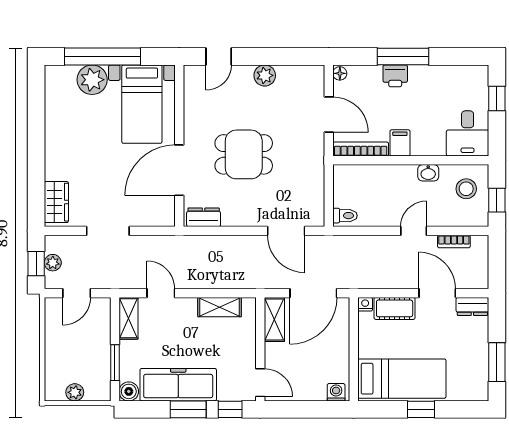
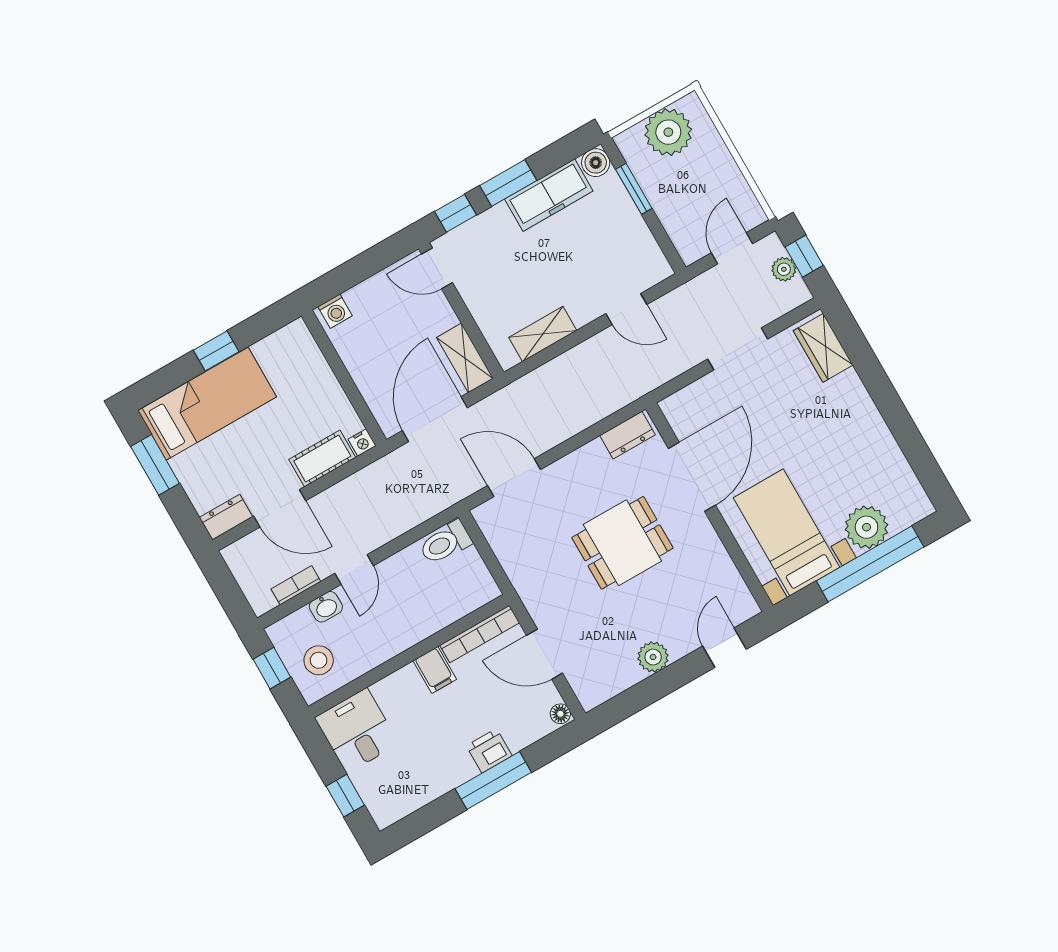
washbasin: (428, 173) -> (326, 607), moved, turned 180
toilet: (345, 216) -> (445, 543), width x1.37, depth x1.39
shelving: (129, 318) -> (649, 254), removed
bed: (402, 379) -> (207, 404), moved, turned 180
freezer: (178, 385) -> (549, 195), width x0.73, depth x0.79
plant: (75, 392) -> (668, 132), width x1.88, depth x1.88

